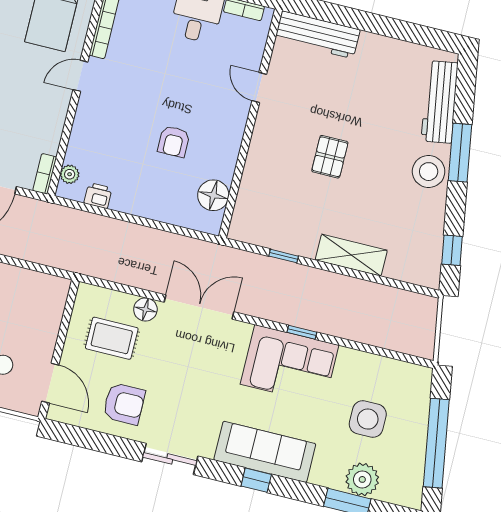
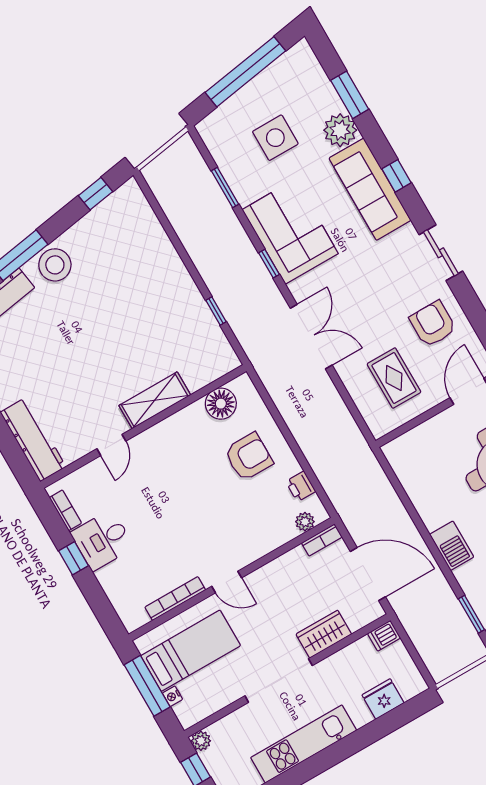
armchair: (174, 141) -> (249, 457), moved, width x1.38, depth x1.38
pallet: (330, 157) -> (112, 346), removed
shelving: (351, 255) -> (155, 400), moved, turned 90
double door: (199, 307) -> (311, 337), swing flipped
floor lamp: (145, 309) -> (350, 374), removed
window: (302, 332) -> (269, 264), moved
window: (367, 348) -> (225, 187), added
plant: (362, 479) -> (340, 130), moved

